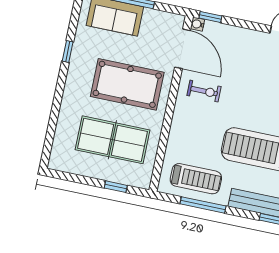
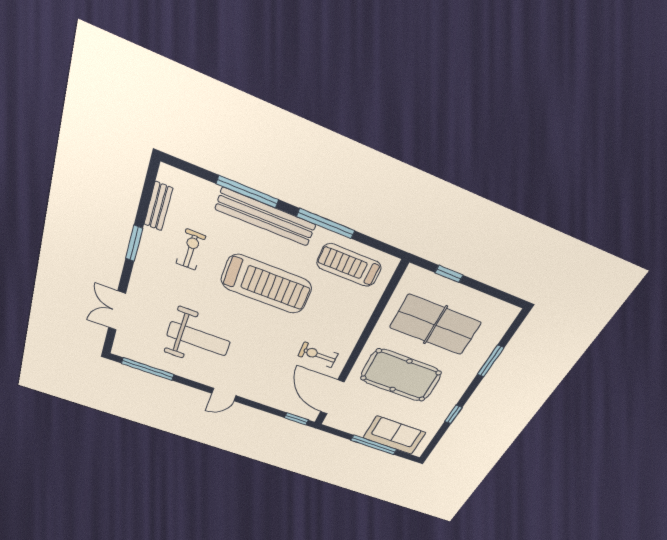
water cooler: (198, 24) -> (311, 415), removed
window: (54, 114) -> (491, 361), added
window: (203, 205) -> (326, 224), moved

